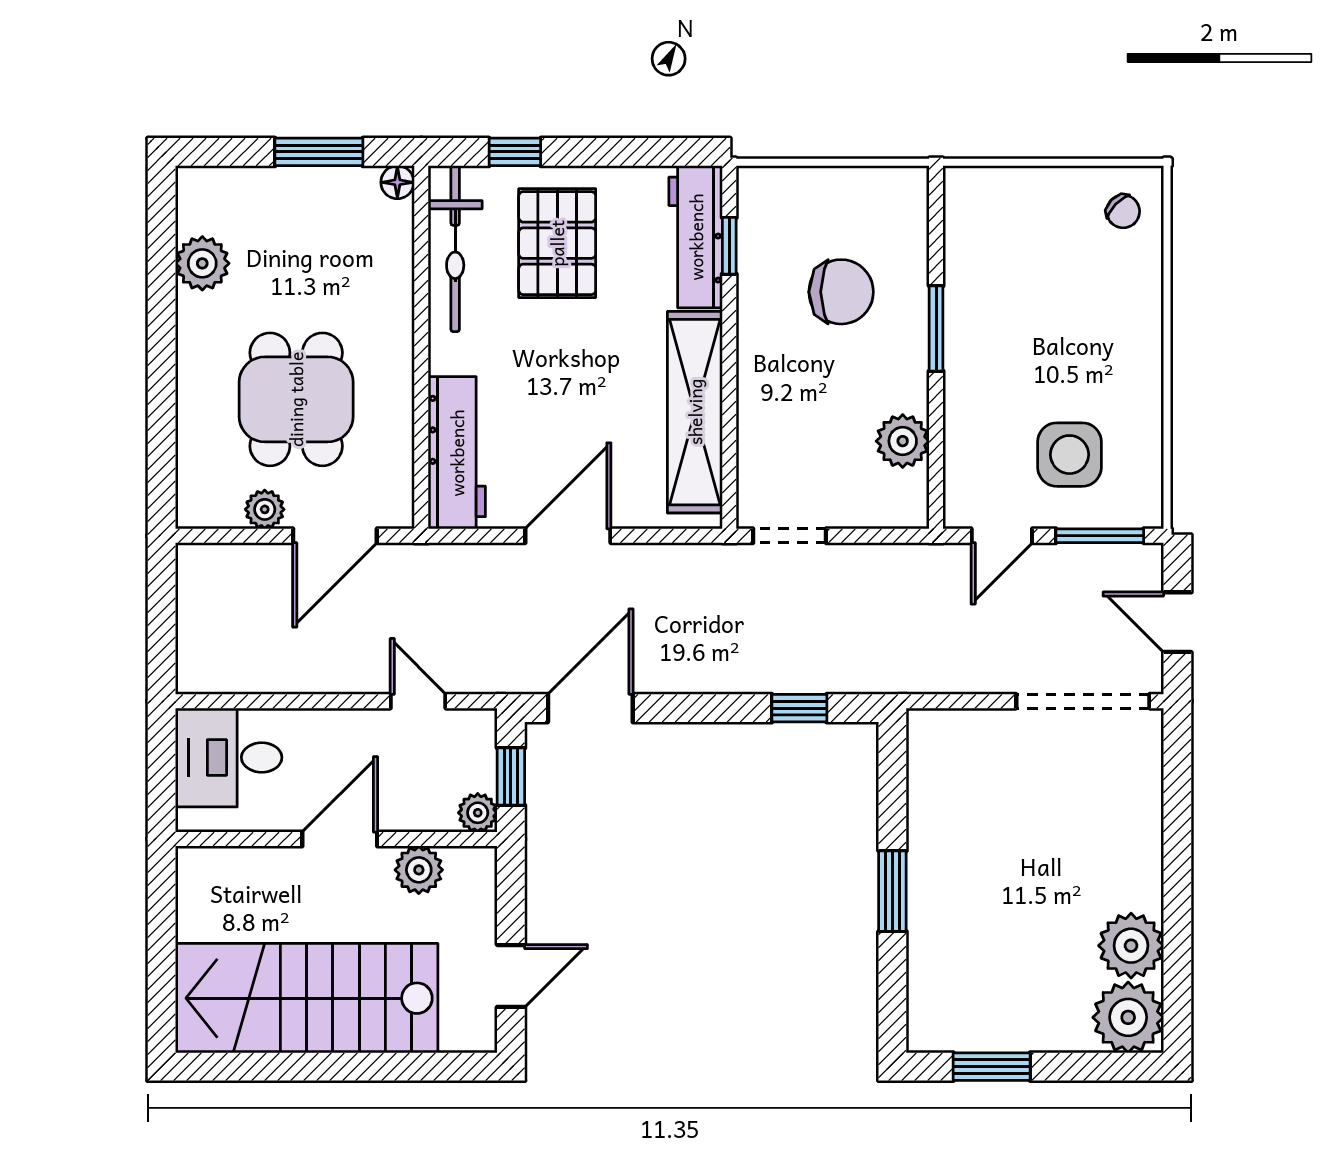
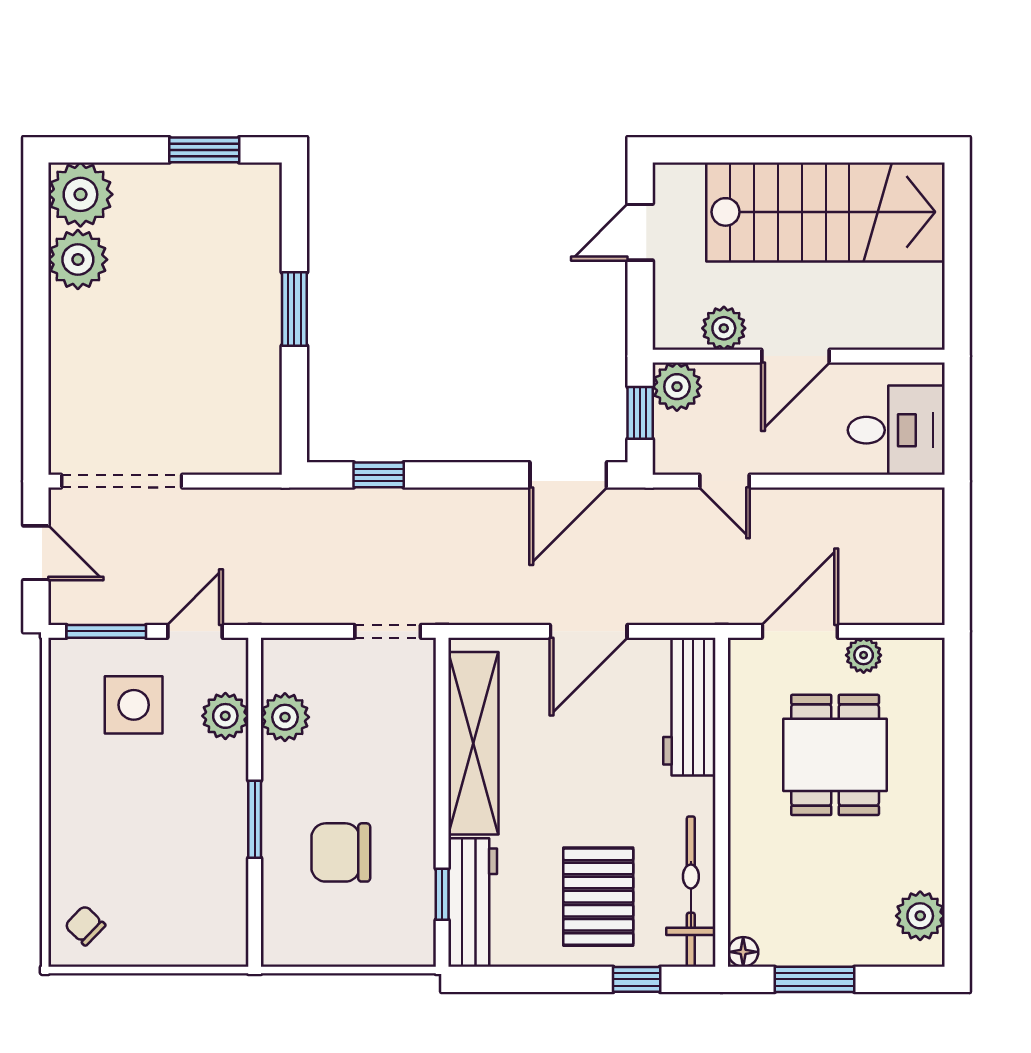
plant: (202, 263) -> (920, 916), moved
plant: (968, 442) -> (225, 716), added
plant: (478, 813) -> (677, 387), width x1.38, depth x1.38

